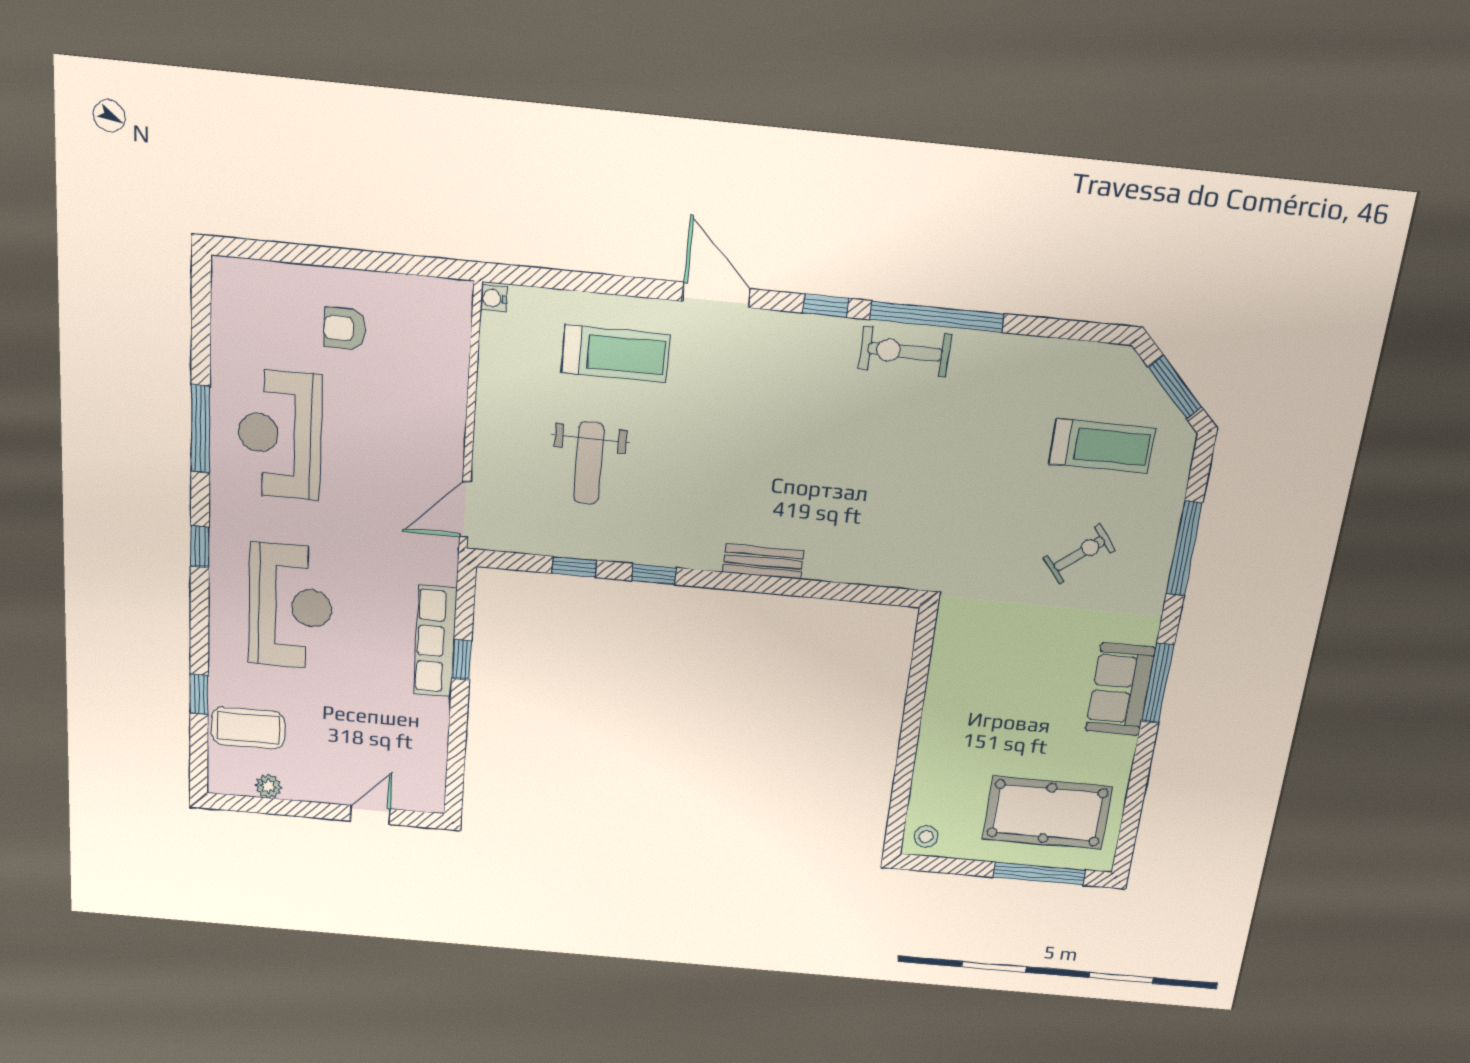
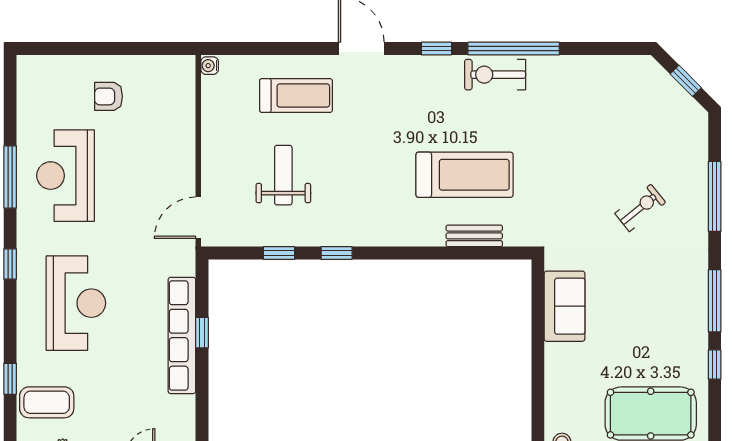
window: (1175, 387) -> (686, 81), width x0.67
treadmill: (1102, 446) -> (465, 175), moved, width x1.37, depth x1.38
weight bench: (589, 463) -> (283, 175), turned 180
bench: (763, 562) -> (474, 236), moved
row of seats: (435, 641) -> (182, 335), width x1.36
sofa: (1120, 689) -> (564, 306), moved, turned 180
window: (1142, 762) -> (715, 365), added

